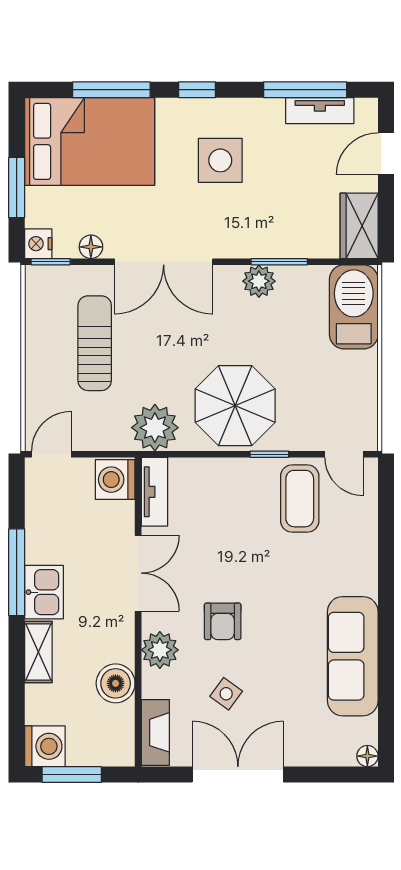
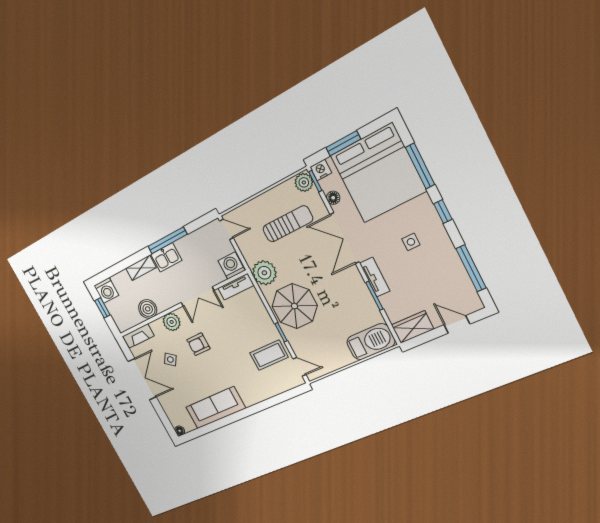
tv unit: (320, 111) -> (375, 277), moved, turned 180
bed: (90, 141) -> (378, 173), width x1.36
side table: (220, 160) -> (411, 242), width x0.54, depth x0.54
plant: (259, 281) -> (304, 182), moved
door: (344, 454) -> (299, 367), swing flipped
window: (72, 775) -> (102, 308), width x0.67

